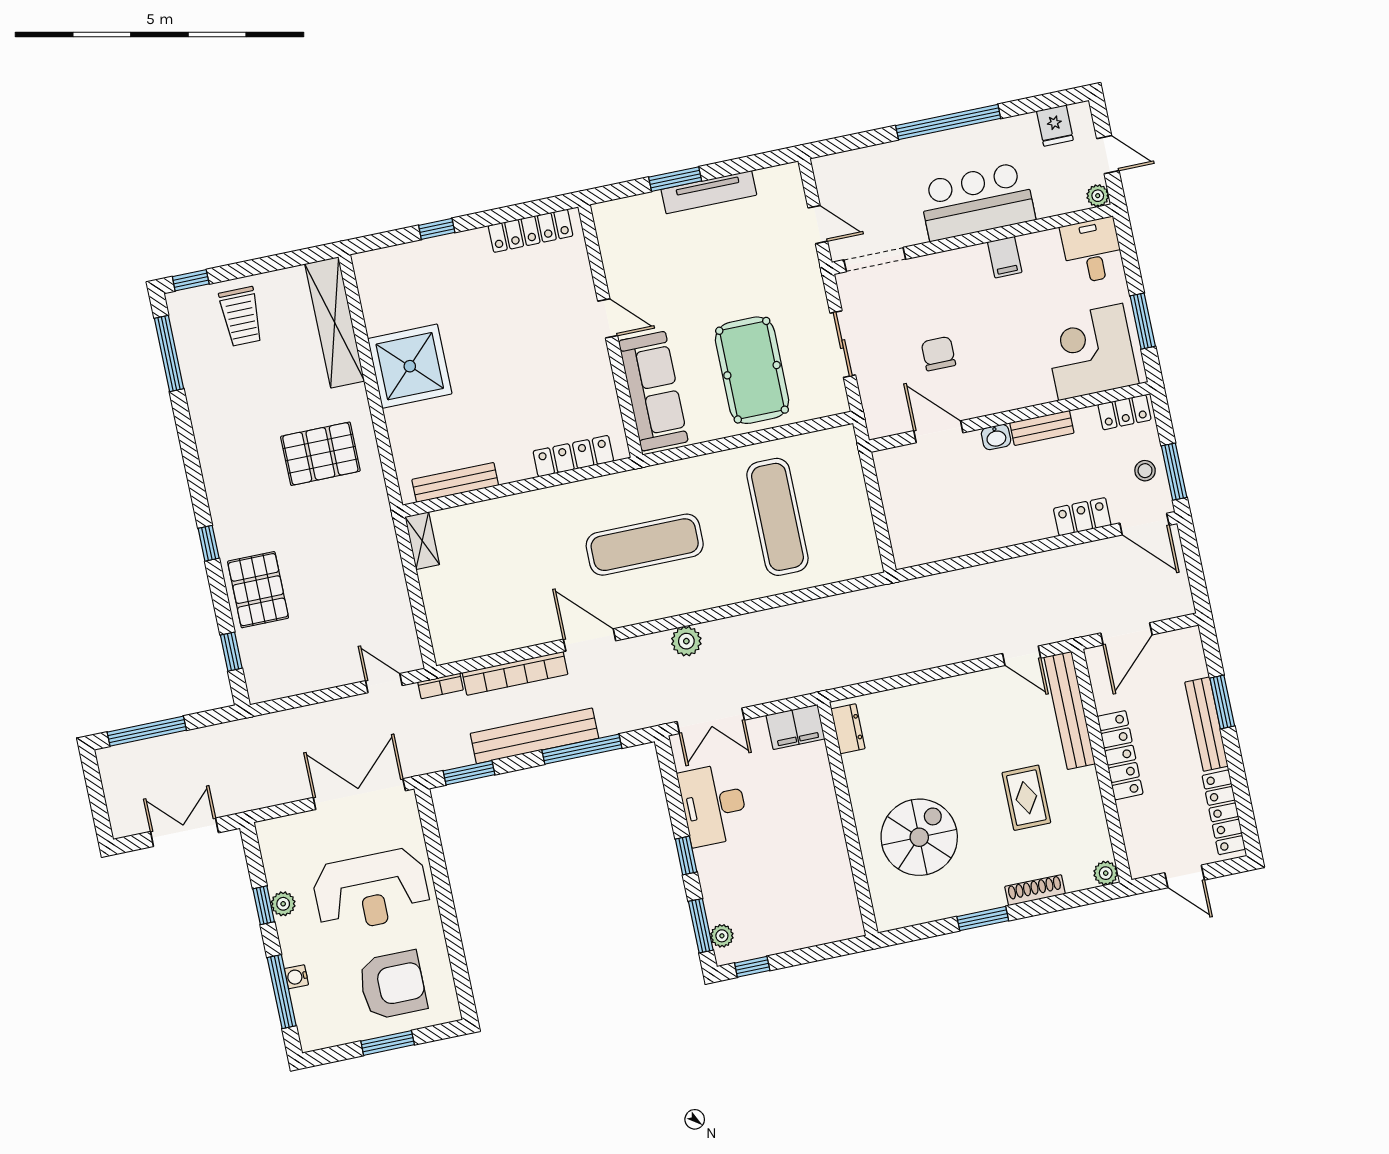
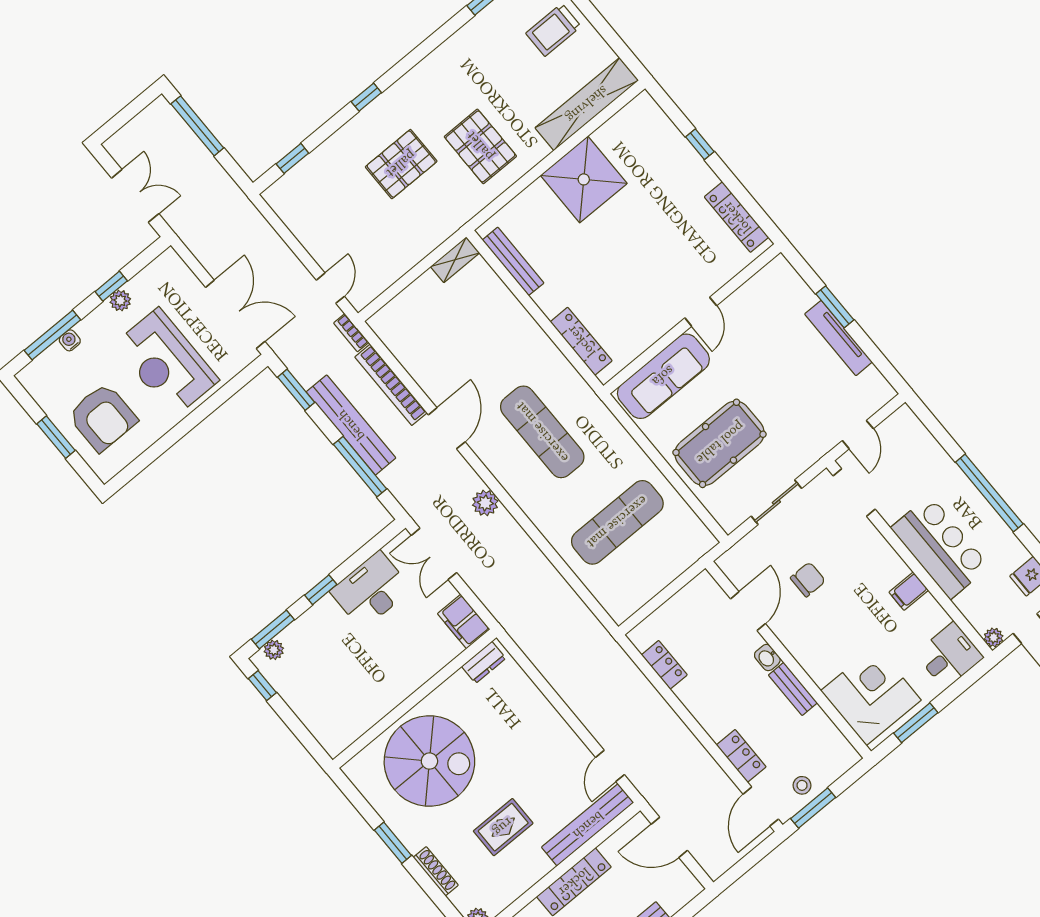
locker: (1125, 412) -> (664, 665), moved, turned 180
pallet: (258, 590) -> (401, 164), moved
spiral stairs: (919, 837) -> (429, 761), width x1.37, depth x1.37

